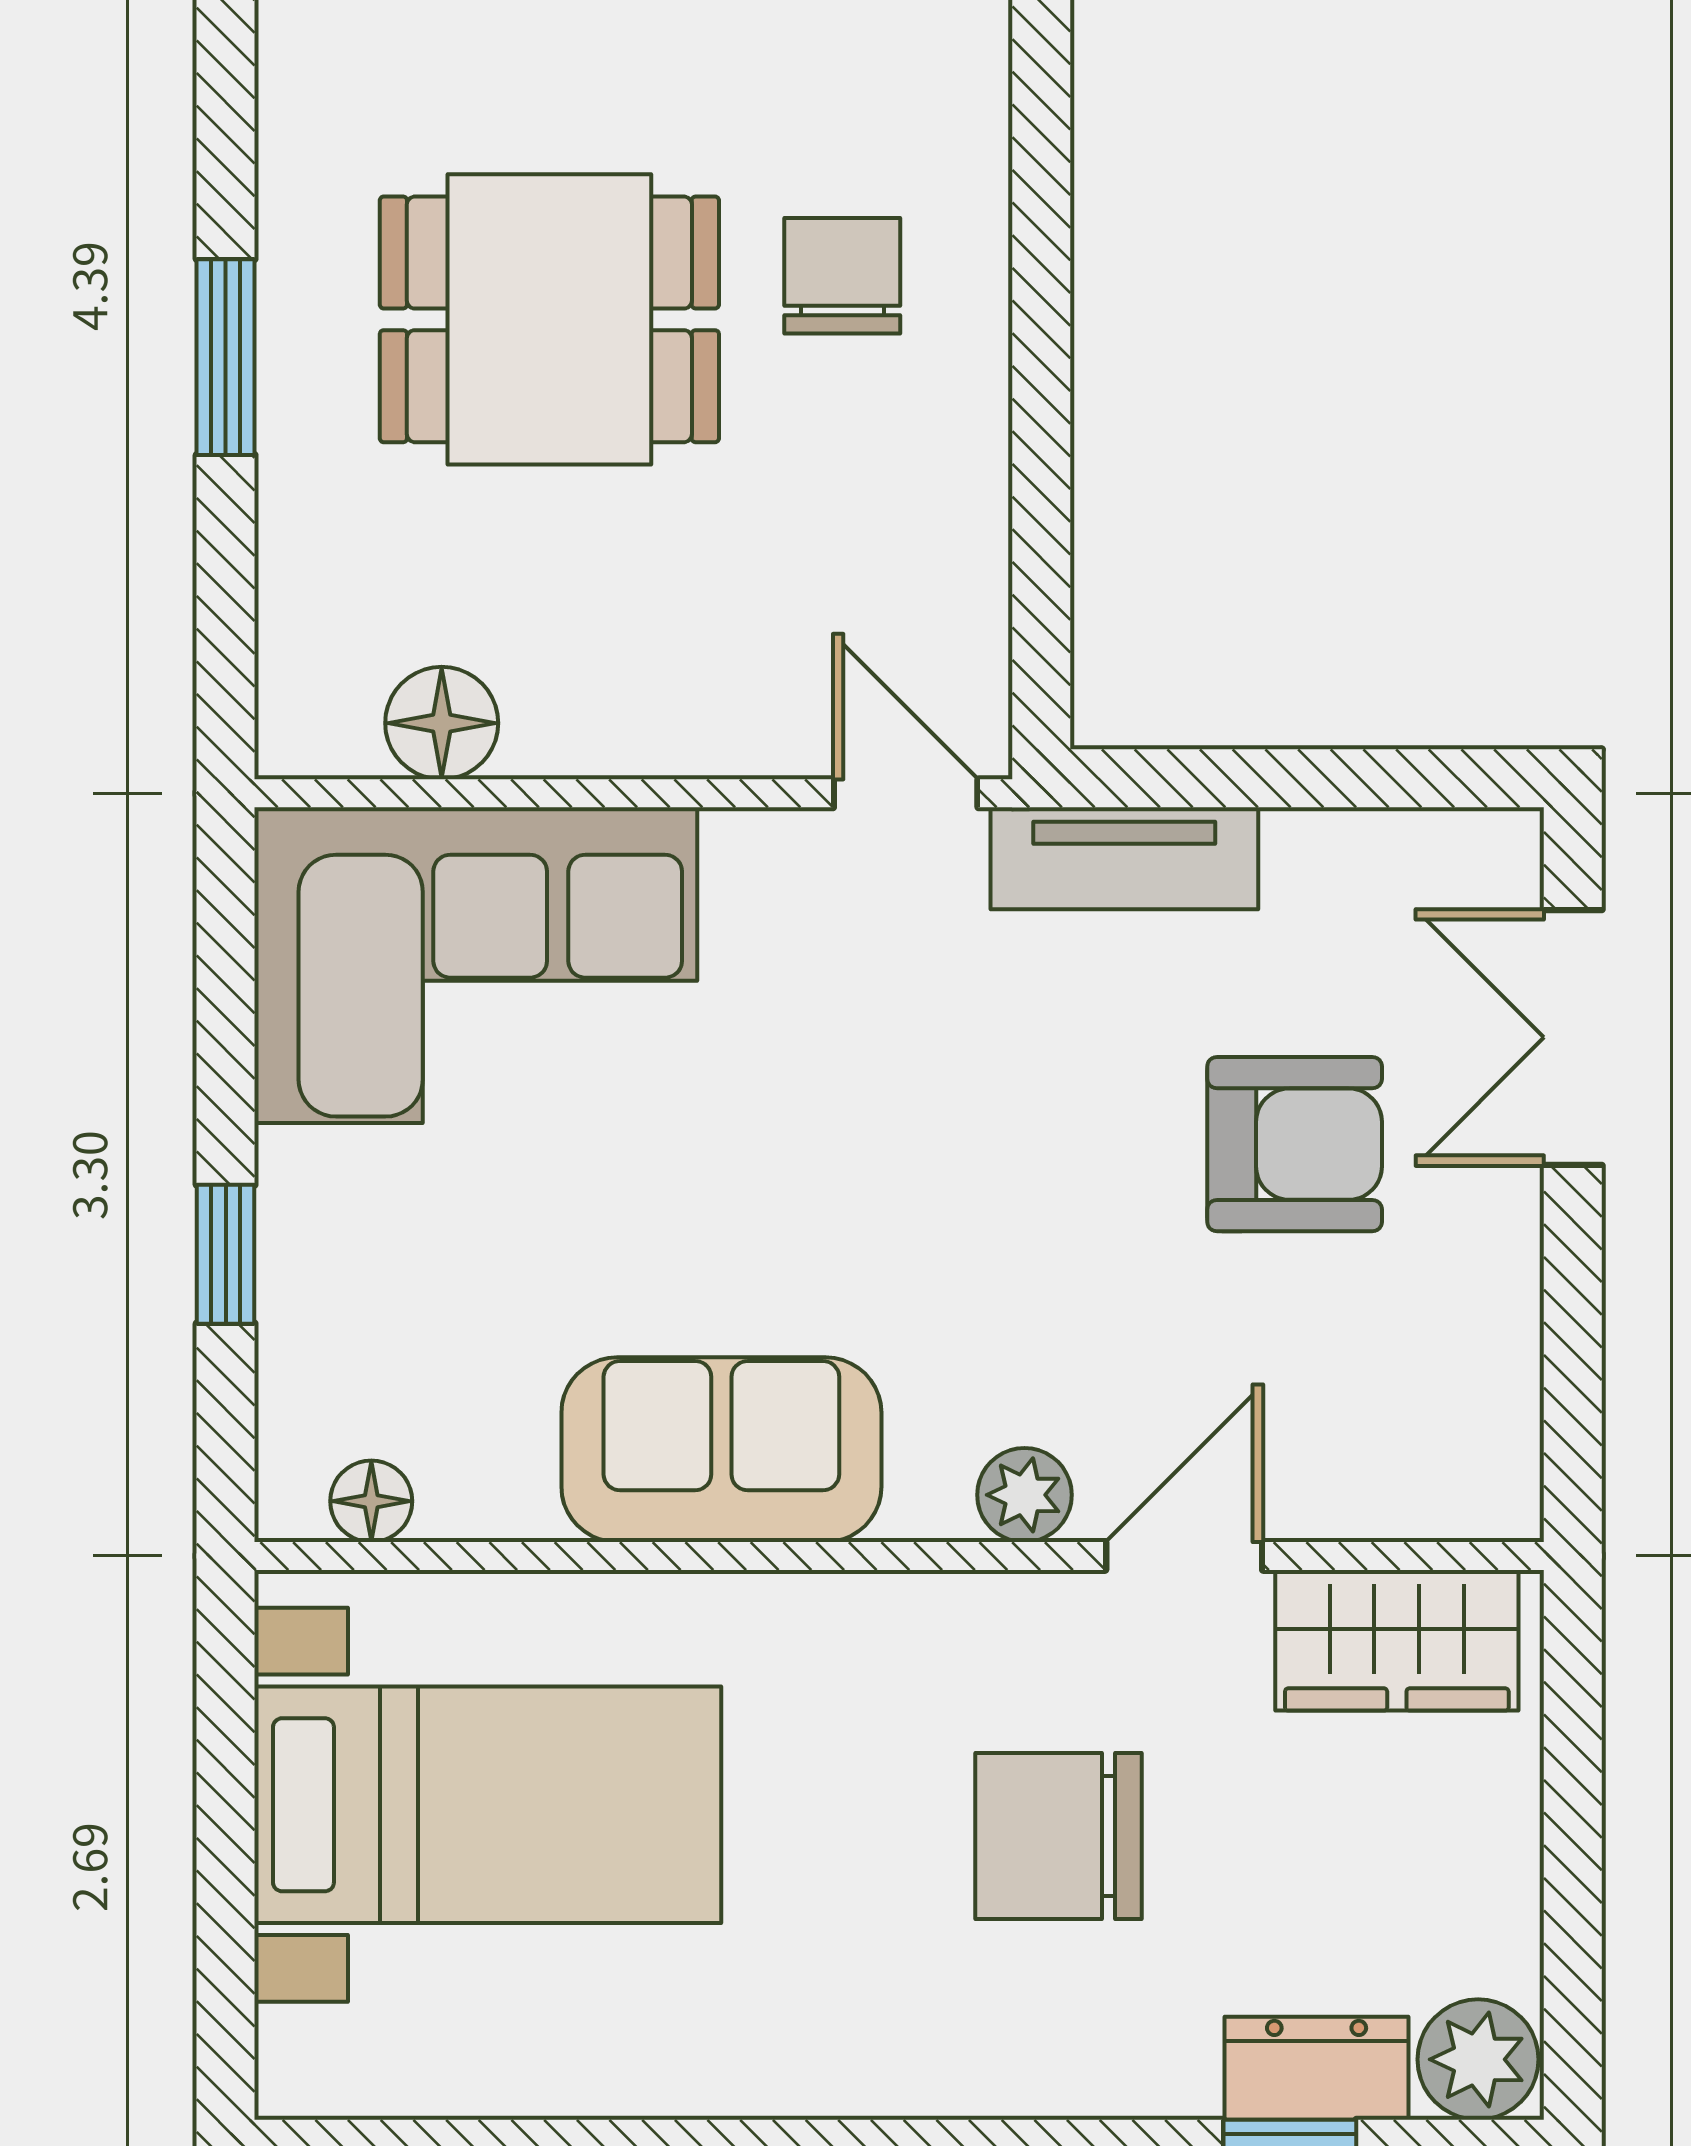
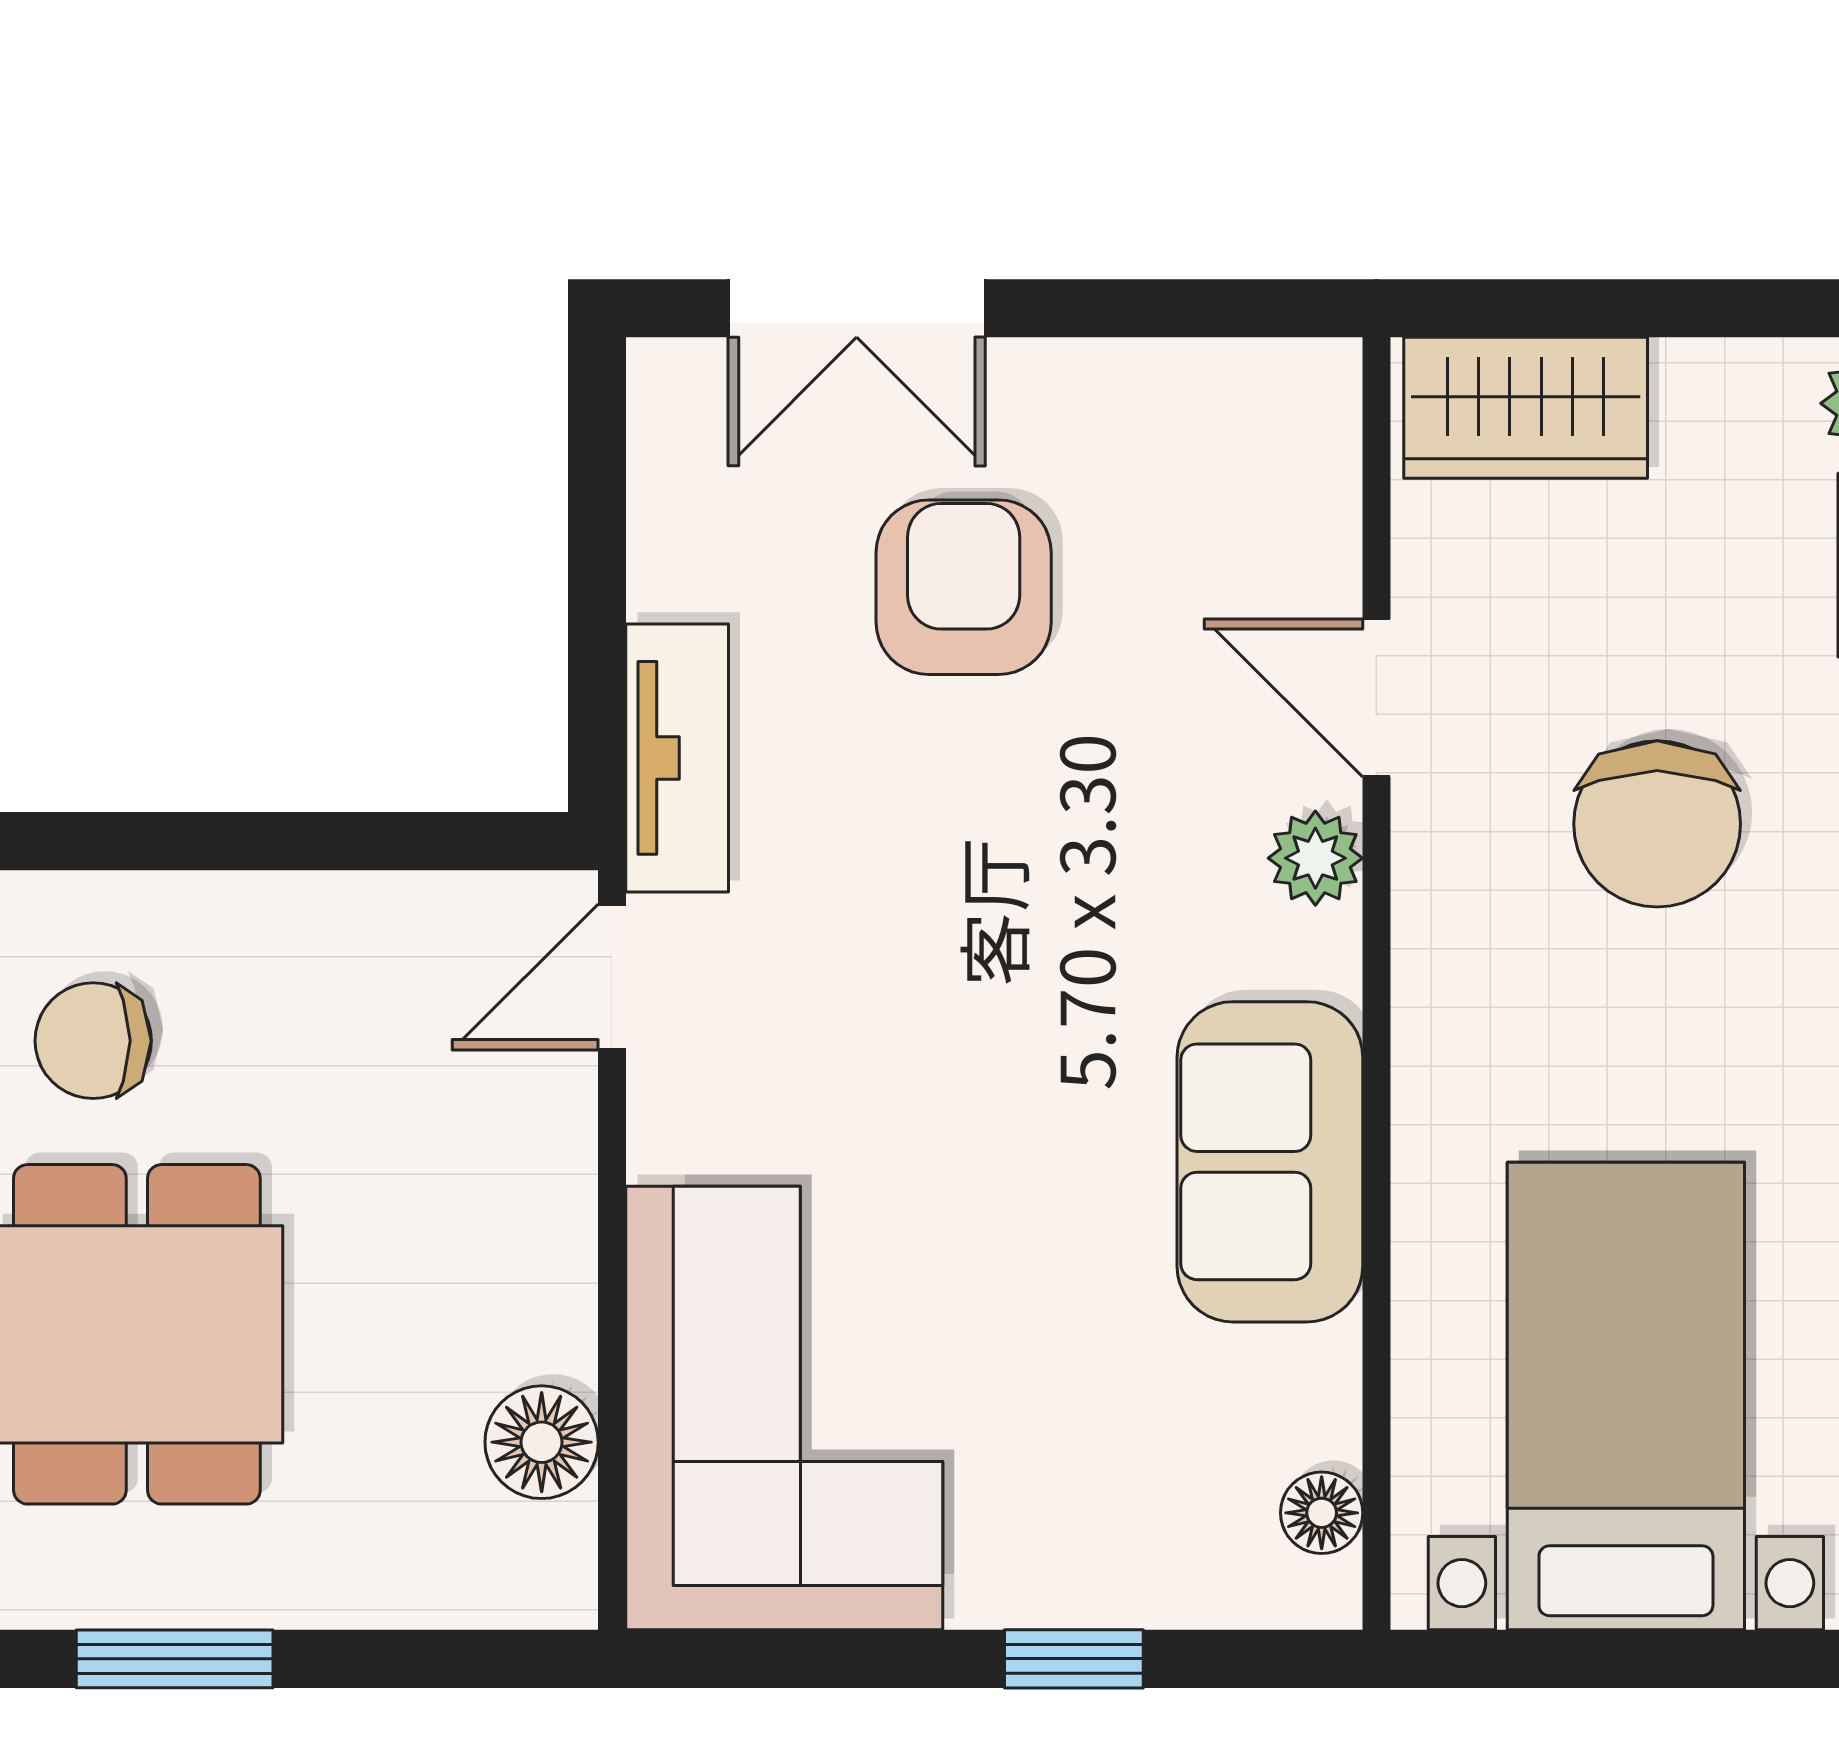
wardrobe: (1397, 1640) -> (1526, 408), moved, turned 90

